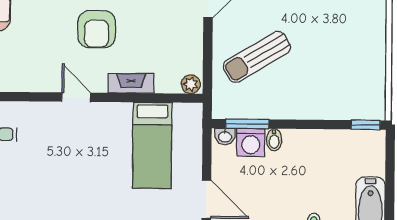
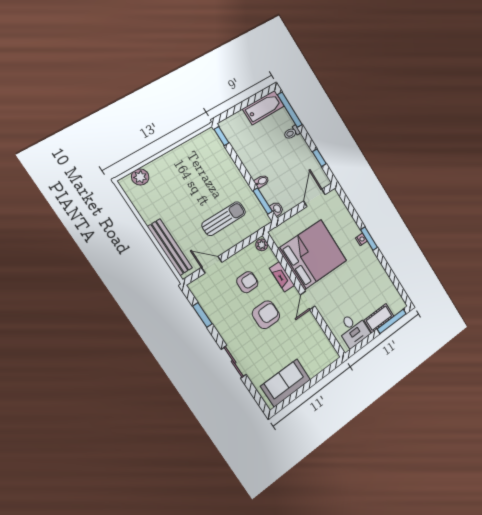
armchair: (155, 33) -> (247, 282), added
sun lounger: (257, 57) -> (224, 219), turned -59
washing machine: (251, 142) -> (271, 193), removed
bed: (152, 145) -> (313, 255), width x2.04

